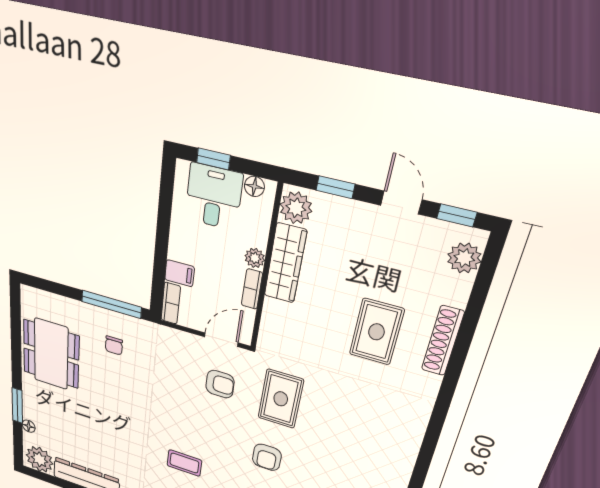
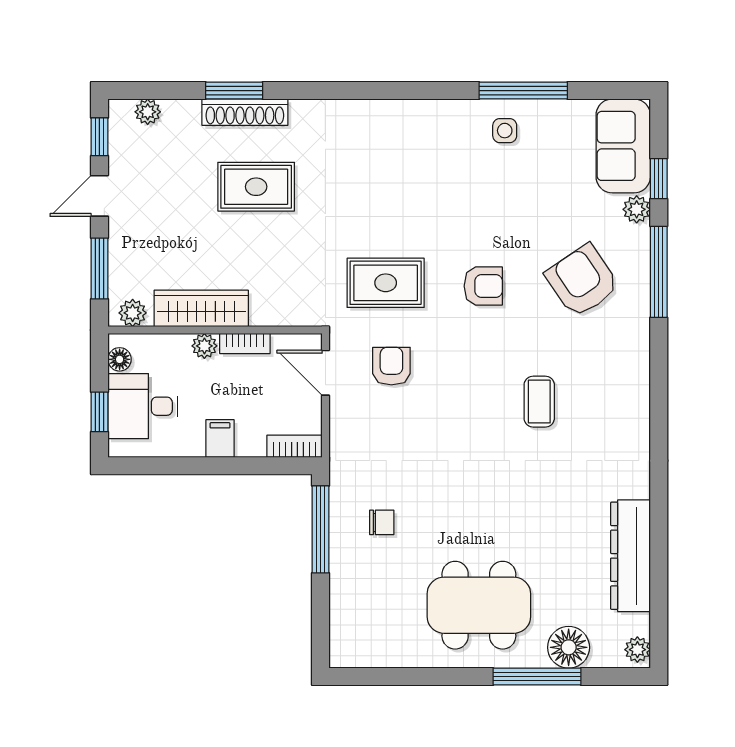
window: (335, 187) -> (99, 269), width x1.50
plant: (296, 208) -> (133, 313), width x0.73, depth x0.73
plant: (464, 258) -> (148, 112), width x0.73, depth x0.73
filing cabinet: (179, 273) -> (220, 438), moved
window: (464, 338) -> (234, 91), added
dining table: (51, 354) -> (479, 605), moved
window: (17, 406) -> (537, 677), width x1.44
floor lamp: (29, 426) -> (569, 647), width x1.89, depth x1.89
plant: (39, 459) -> (637, 650), width x0.53, depth x0.53

